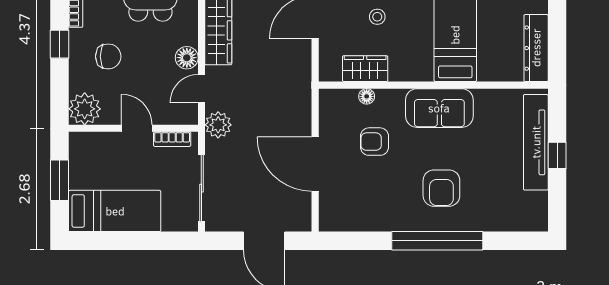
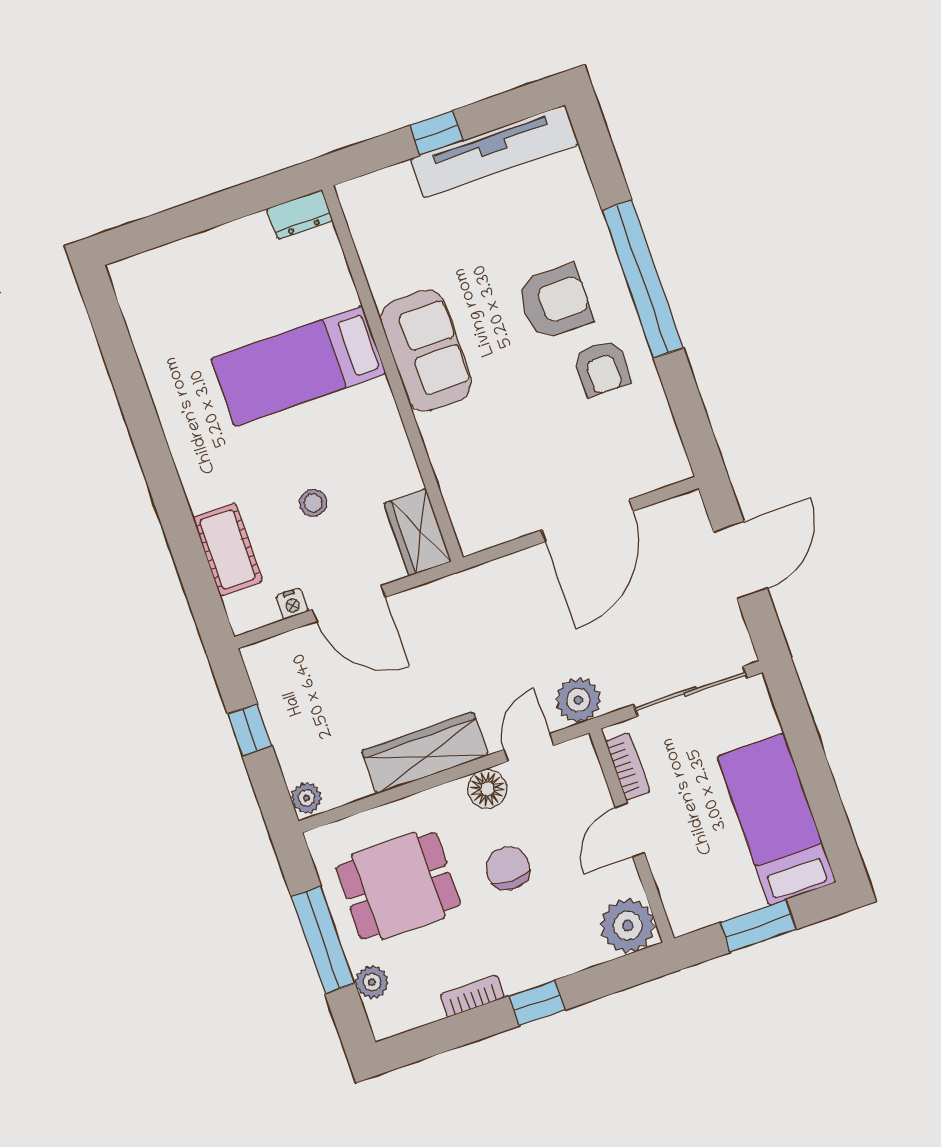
dresser: (536, 48) -> (300, 215), width x0.51, depth x0.80
chair: (108, 56) -> (508, 868), moved
wardrobe: (365, 69) -> (418, 532), moved
door: (201, 89) -> (529, 747), swing flipped
floor lamp: (367, 96) -> (448, 475), removed
armchair: (374, 142) -> (602, 368), moved
tv unit: (536, 142) -> (495, 151), moved

